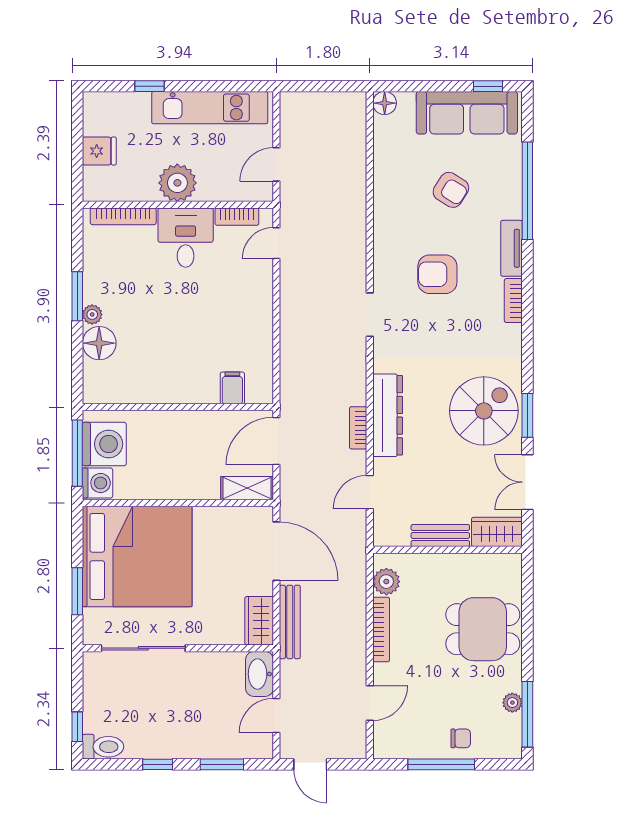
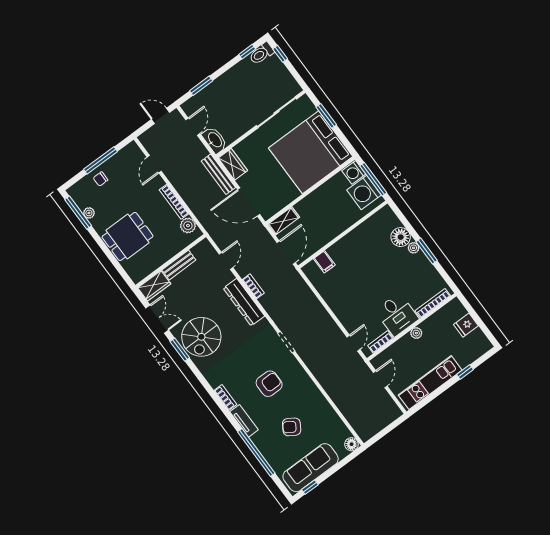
plant: (177, 183) -> (416, 333), width x0.53, depth x0.53
window: (158, 764) -> (247, 52), moved

